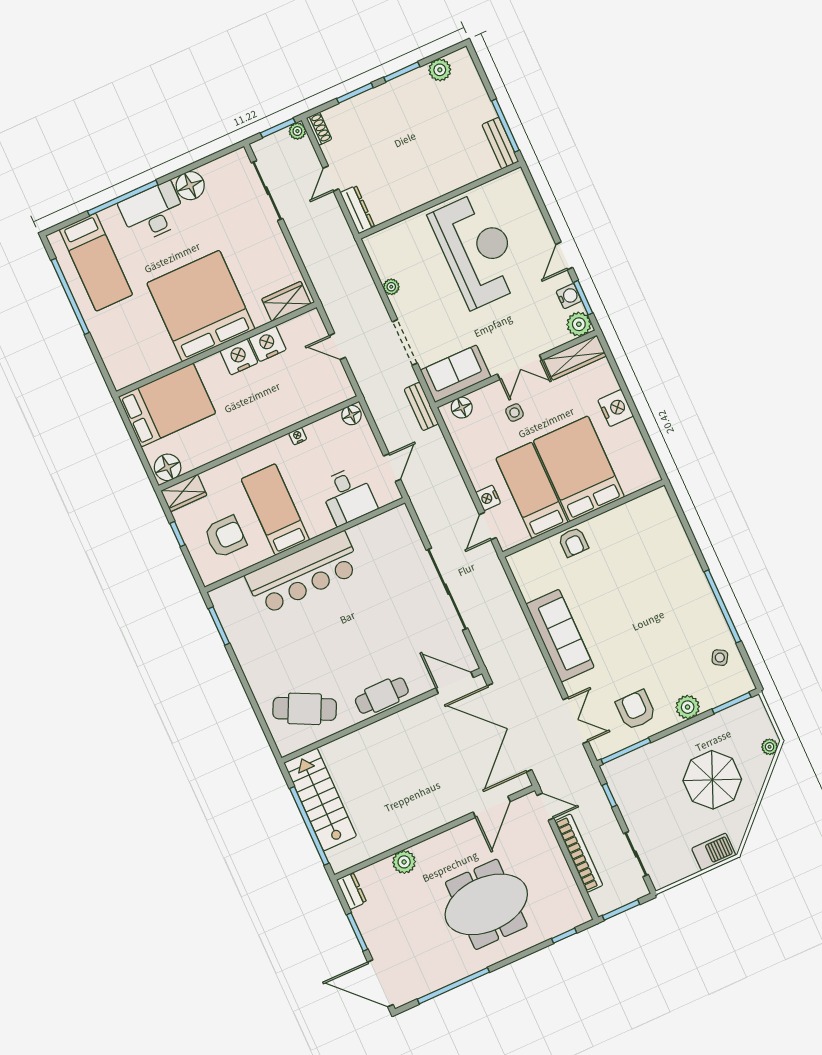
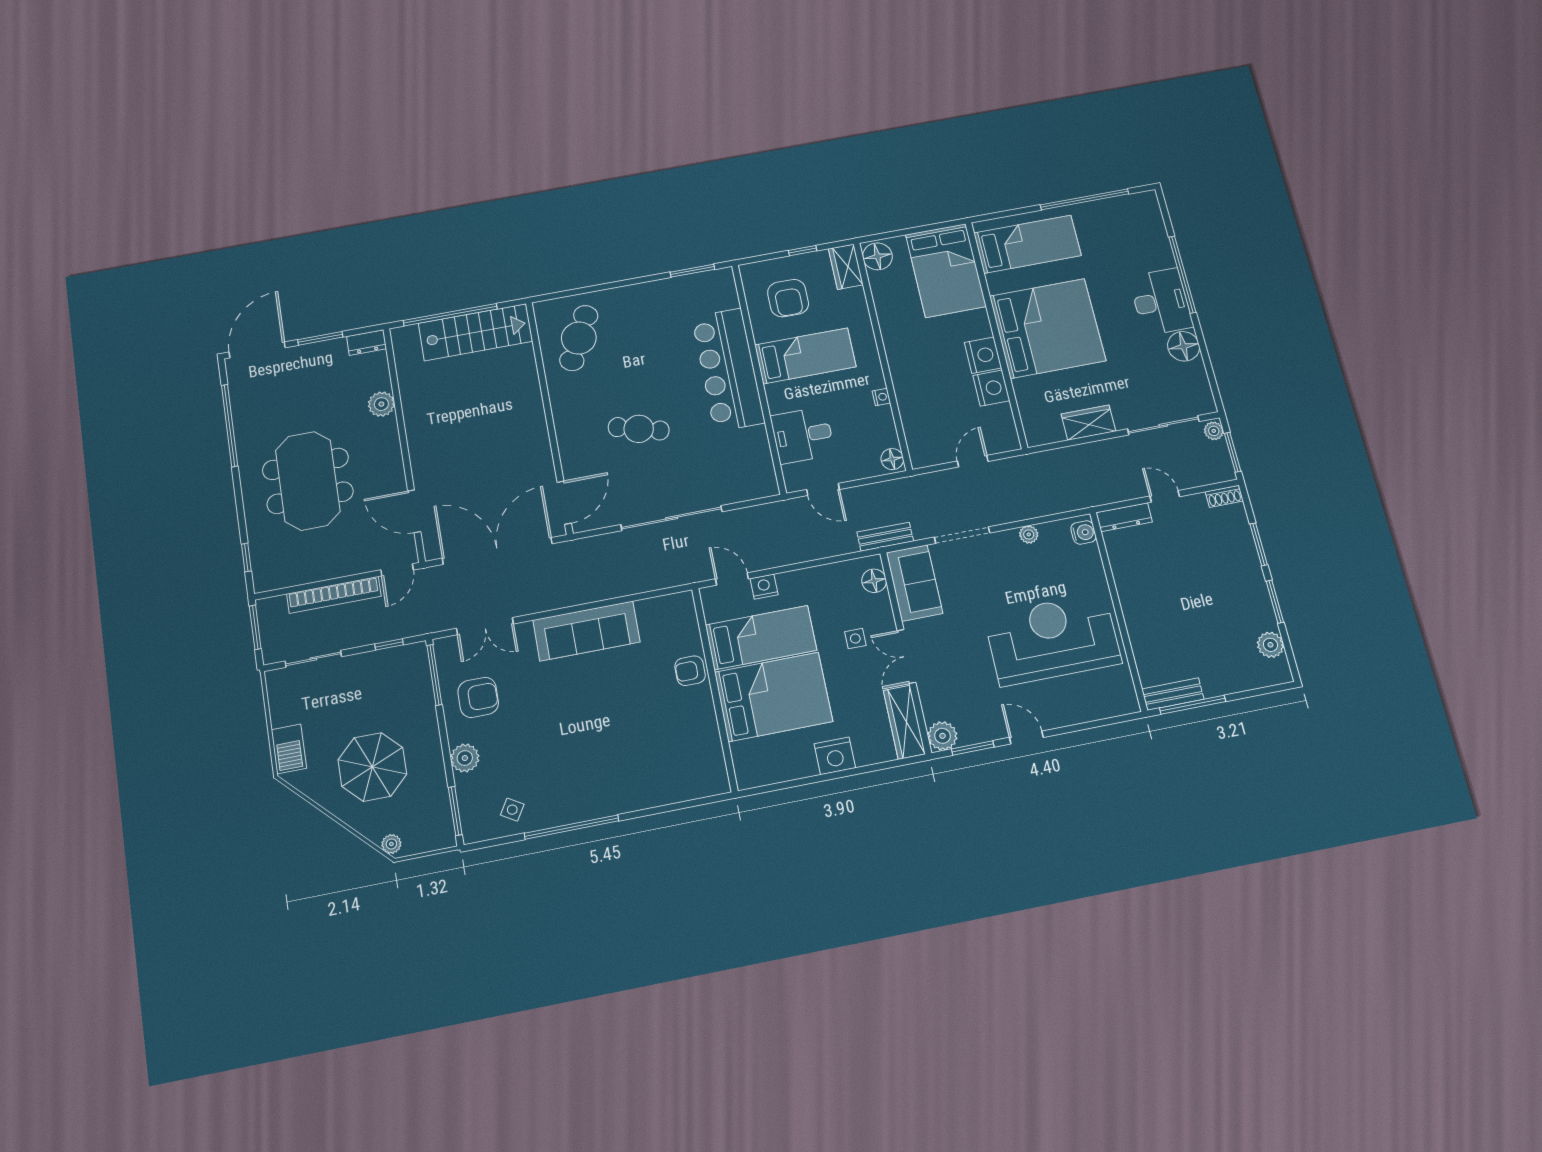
plant: (297, 131) -> (1214, 431), moved
reception desk: (477, 250) -> (1053, 639), turned 180
bed: (96, 262) -> (1027, 244), moved, turned 180
water cooler: (569, 296) -> (1083, 532), moved, turned -90
wardrobe: (286, 301) -> (1088, 423), moved, turned -90
cafe table: (382, 696) -> (639, 429), moved, turned -74

